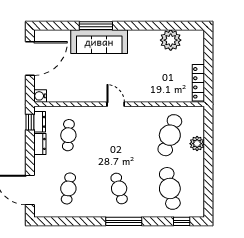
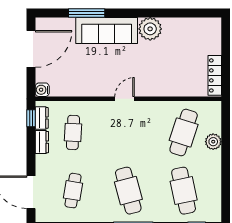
window: (96, 26) -> (87, 13), moved
plant: (171, 40) -> (150, 29), moved
door: (116, 104) -> (125, 99), hinge flipped
cafe table: (119, 188) -> (128, 191), width x1.37, depth x1.35

